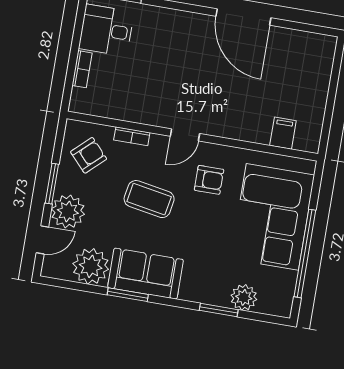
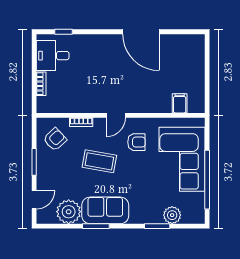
plant: (68, 212) -> (48, 178), removed

